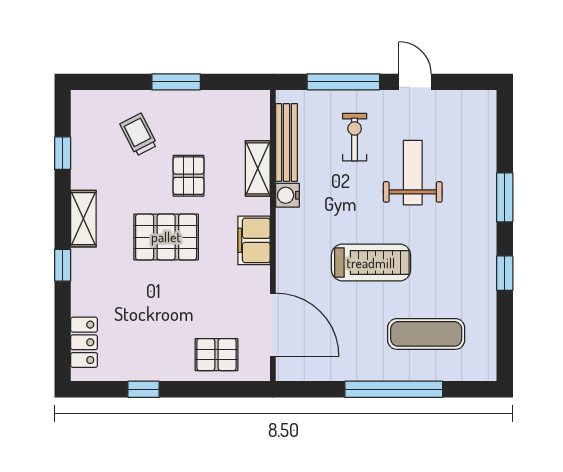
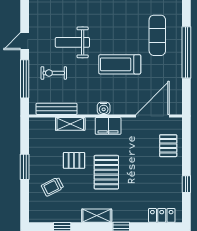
water cooler: (287, 195) -> (104, 108), moved
treadmill: (371, 263) -> (120, 64), turned -90

